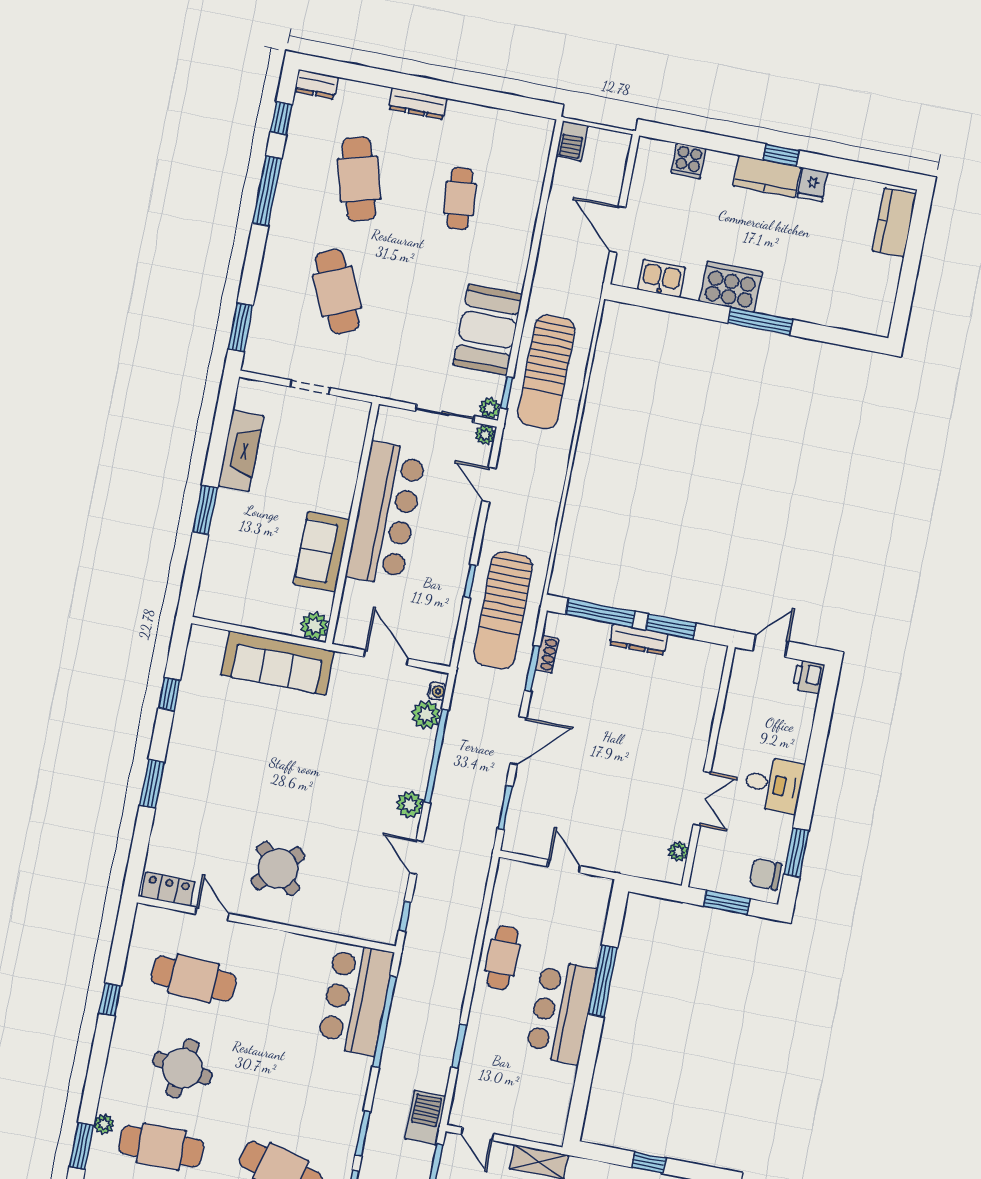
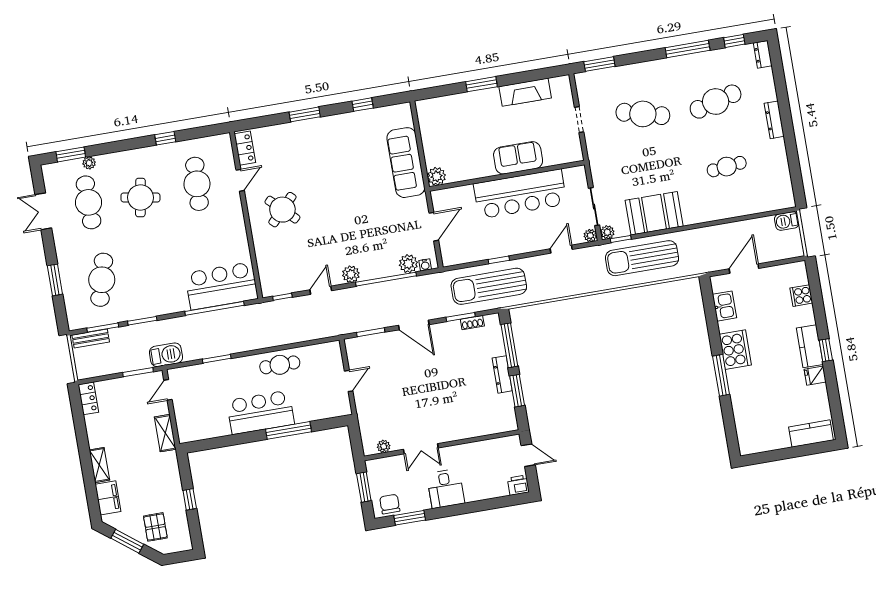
cafe table: (337, 291) -> (643, 114), turned 39
sofa: (322, 552) -> (518, 158), moved

